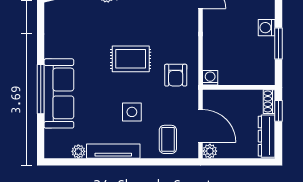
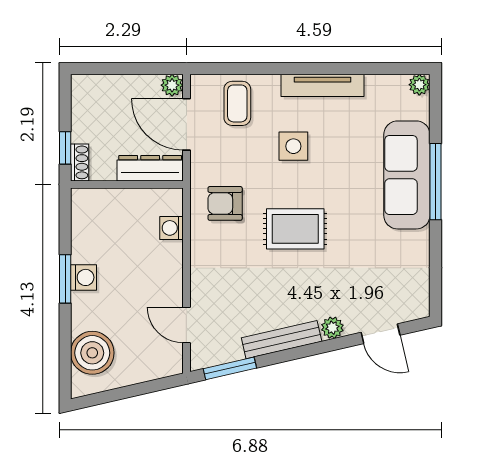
window: (279, 44) -> (65, 279), moved
armchair: (176, 75) -> (225, 203), turned -90
washing machine: (210, 78) -> (172, 228), moved, turned 90
dresser: (267, 136) -> (150, 168), moved, turned -90
plant: (78, 151) -> (419, 85), moved

